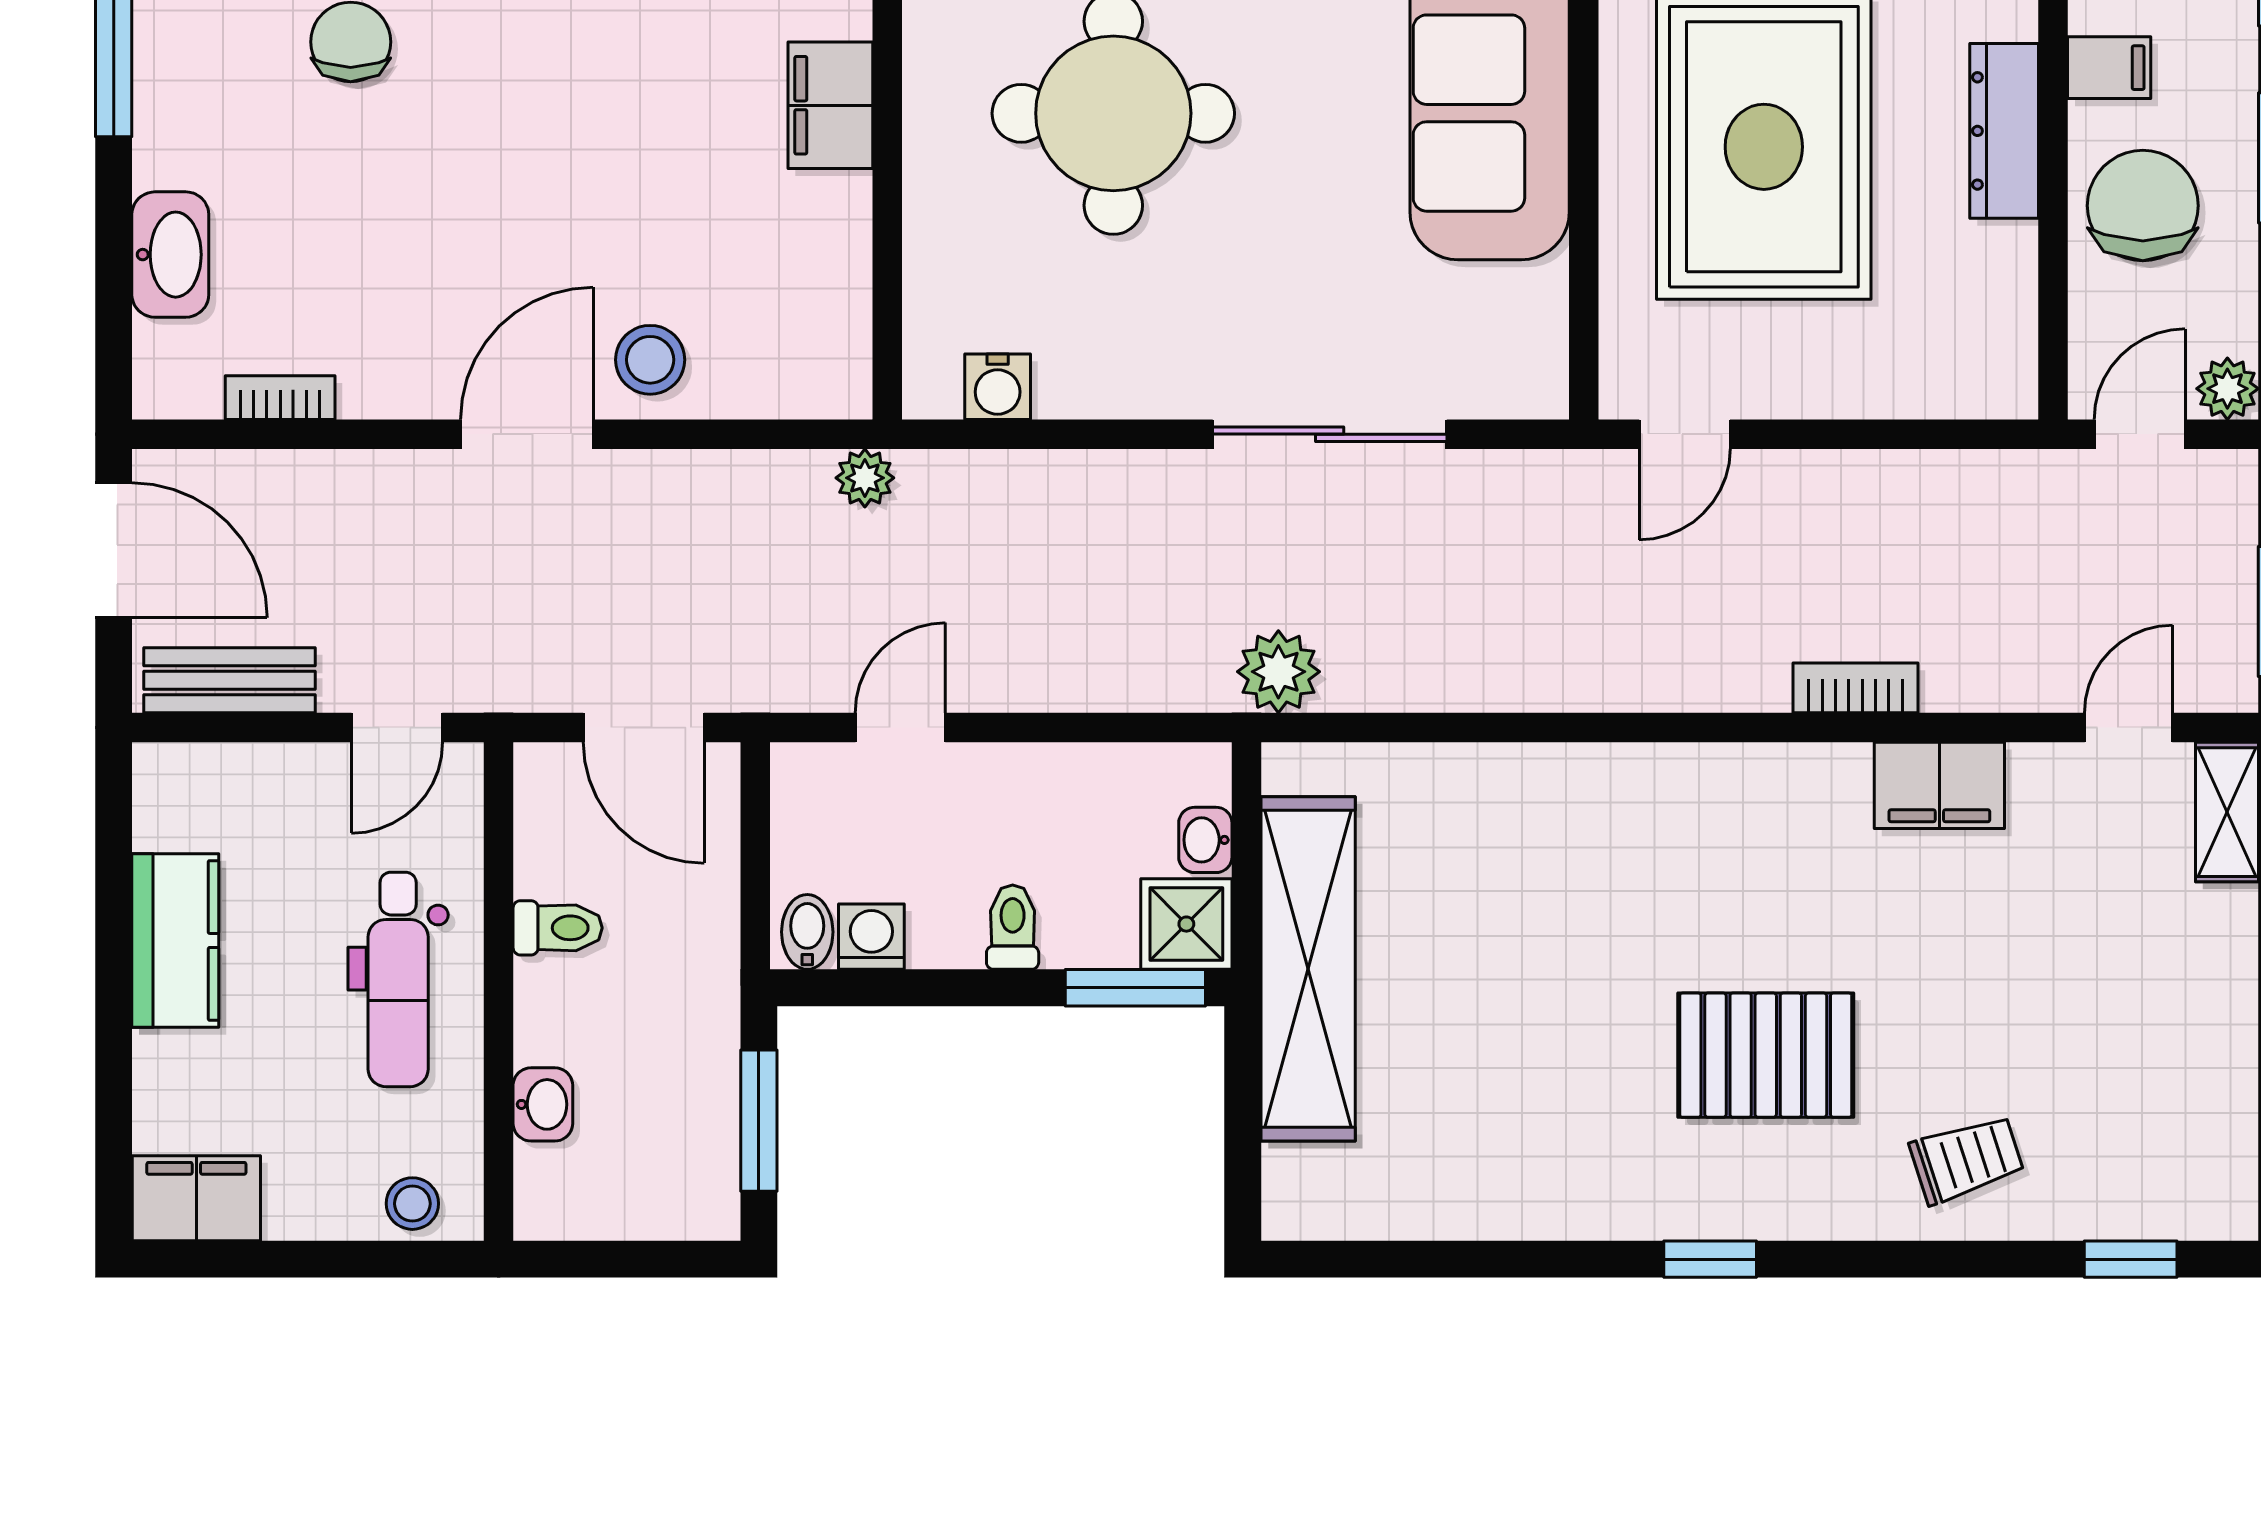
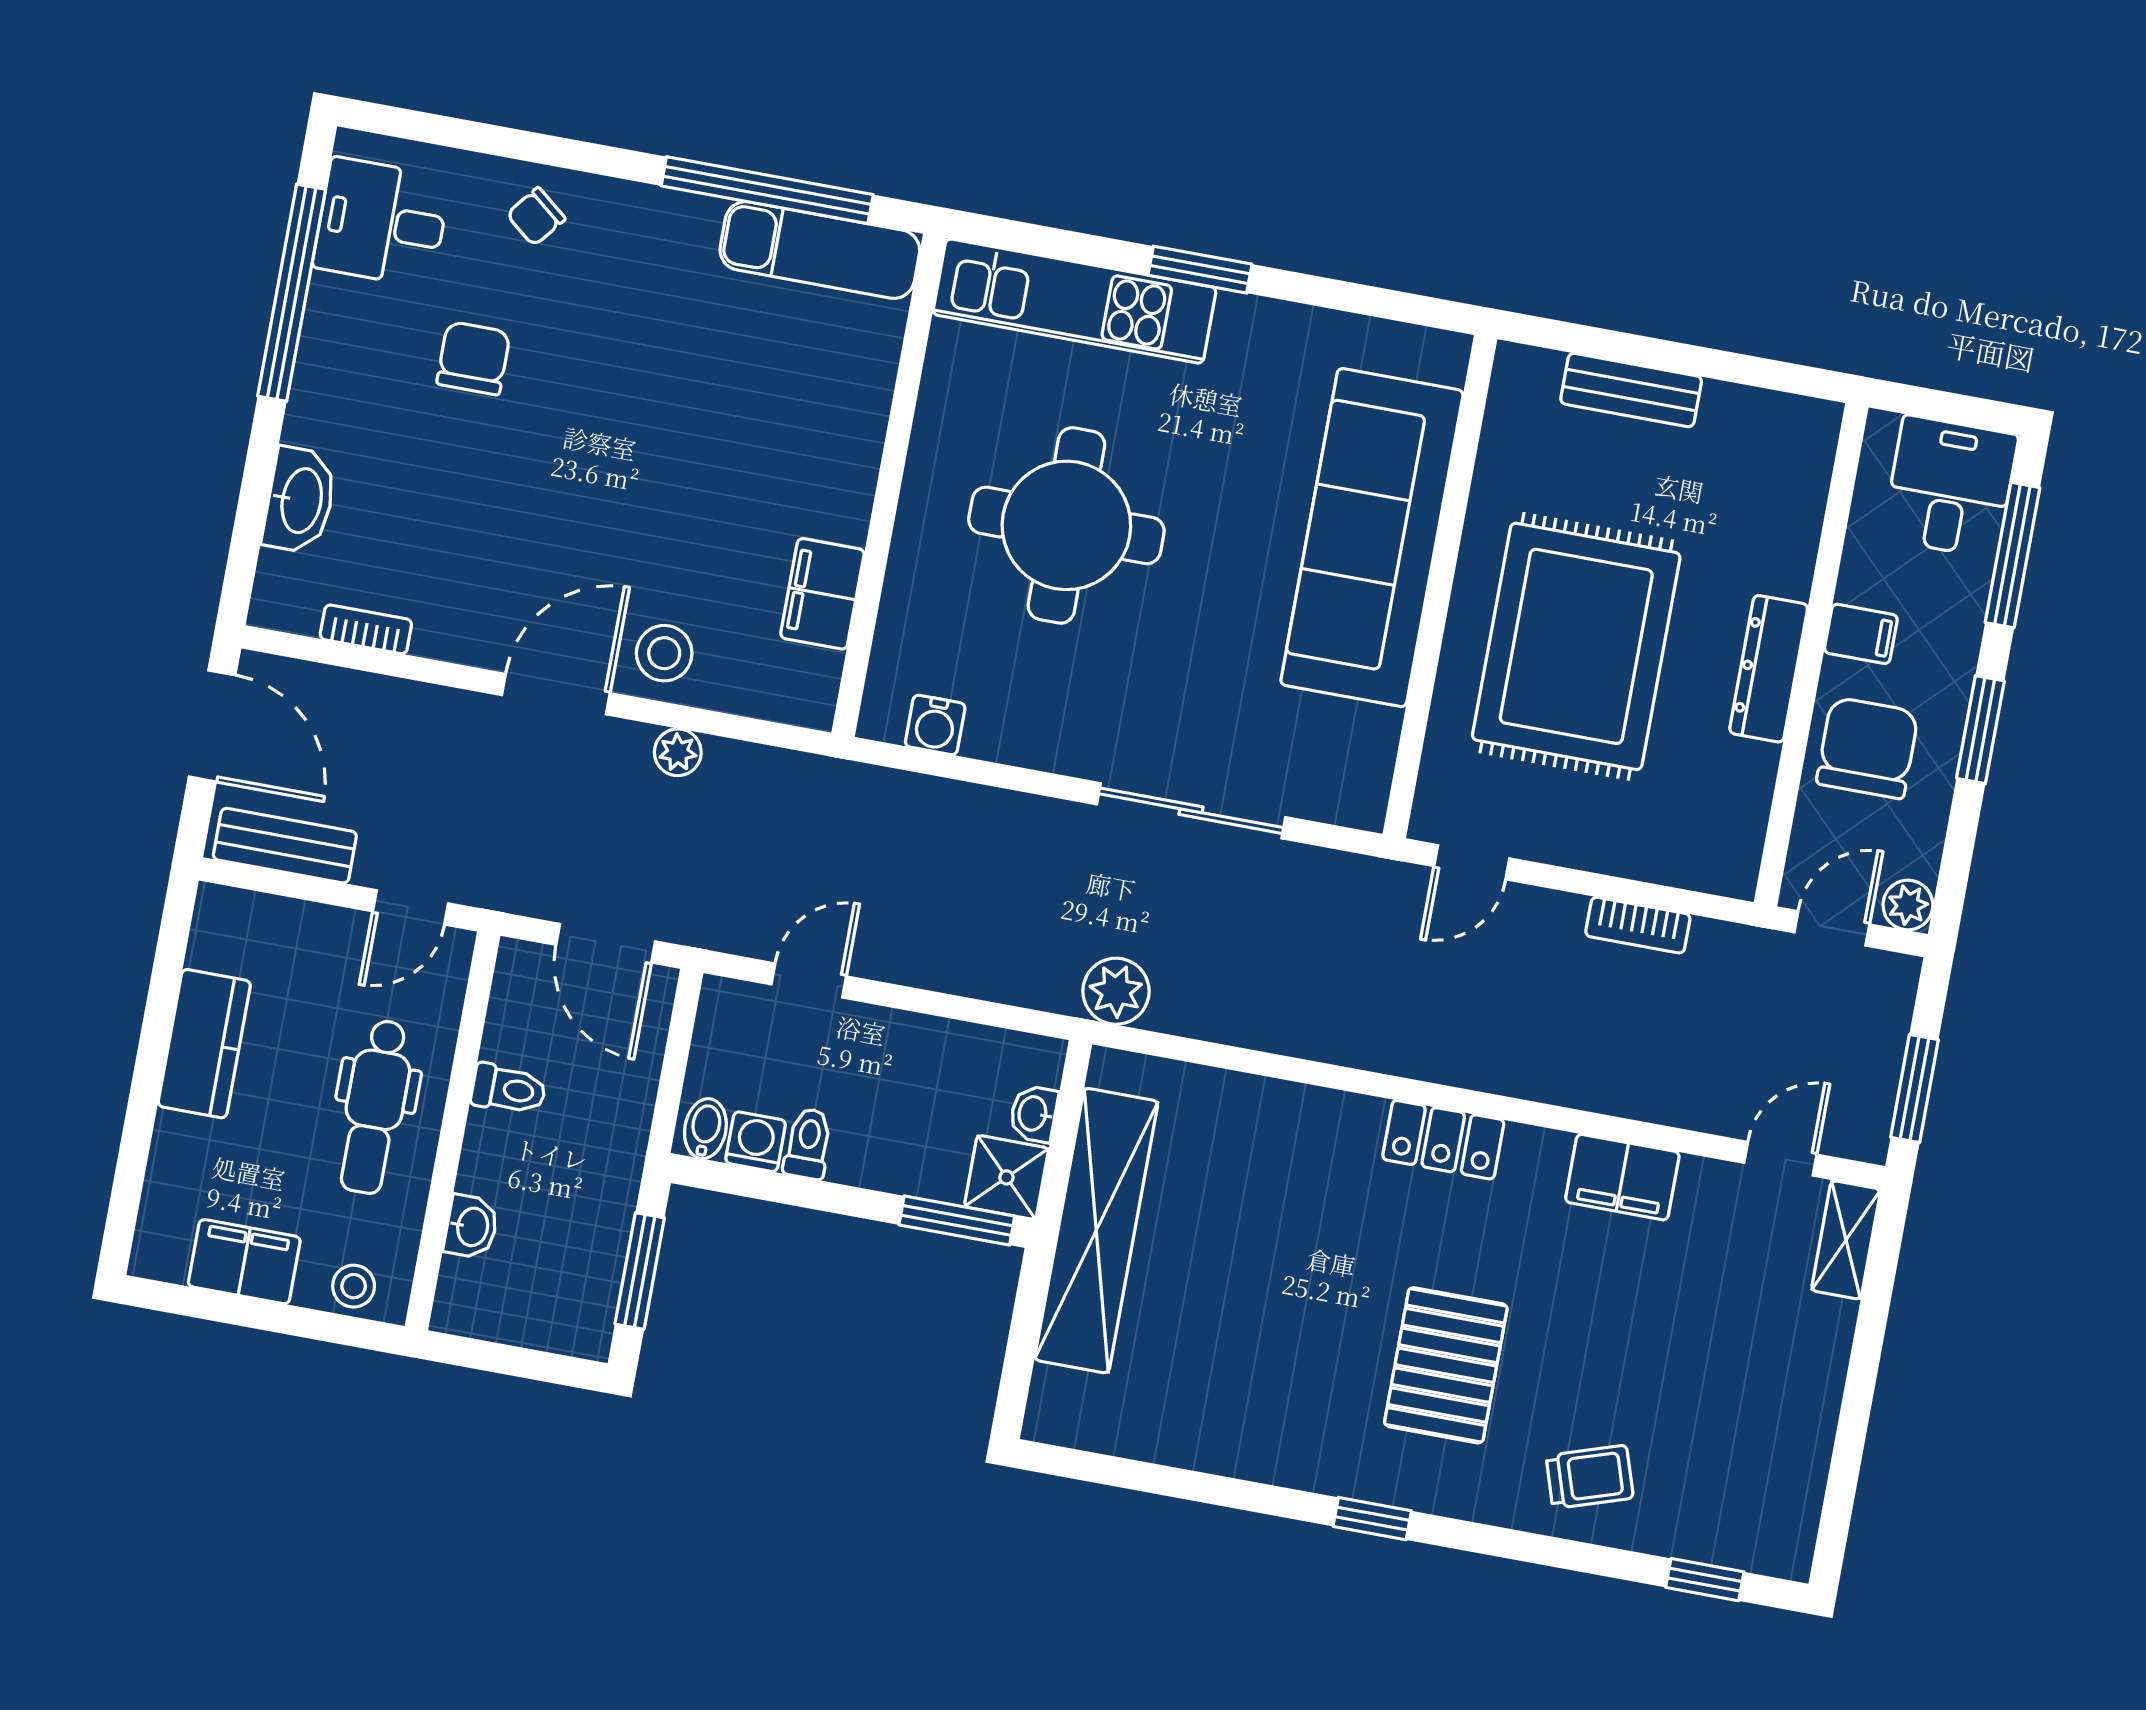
filing cabinet: (830, 105) -> (822, 594), moved
plant: (865, 478) -> (678, 752), moved
bookcase: (1856, 688) -> (1638, 925), moved, turned 180
locker: (1712, 780) -> (1443, 1140), added
toilet: (1013, 927) -> (808, 1144), moved
pallet: (1766, 1055) -> (1446, 1365), turned 90
filing cabinet: (196, 1198) -> (244, 1262), moved

